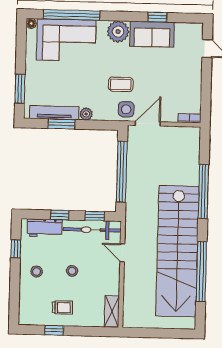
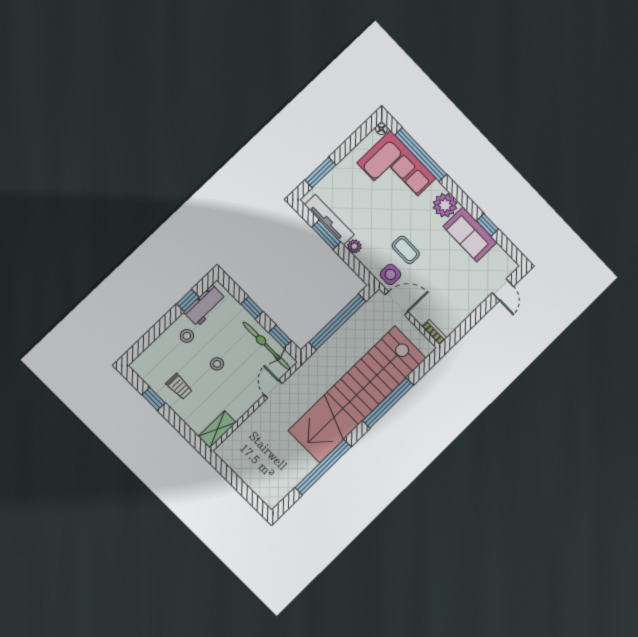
workbench: (45, 228) -> (205, 306), moved, turned -90
stairs: (177, 251) -> (357, 394), moved

